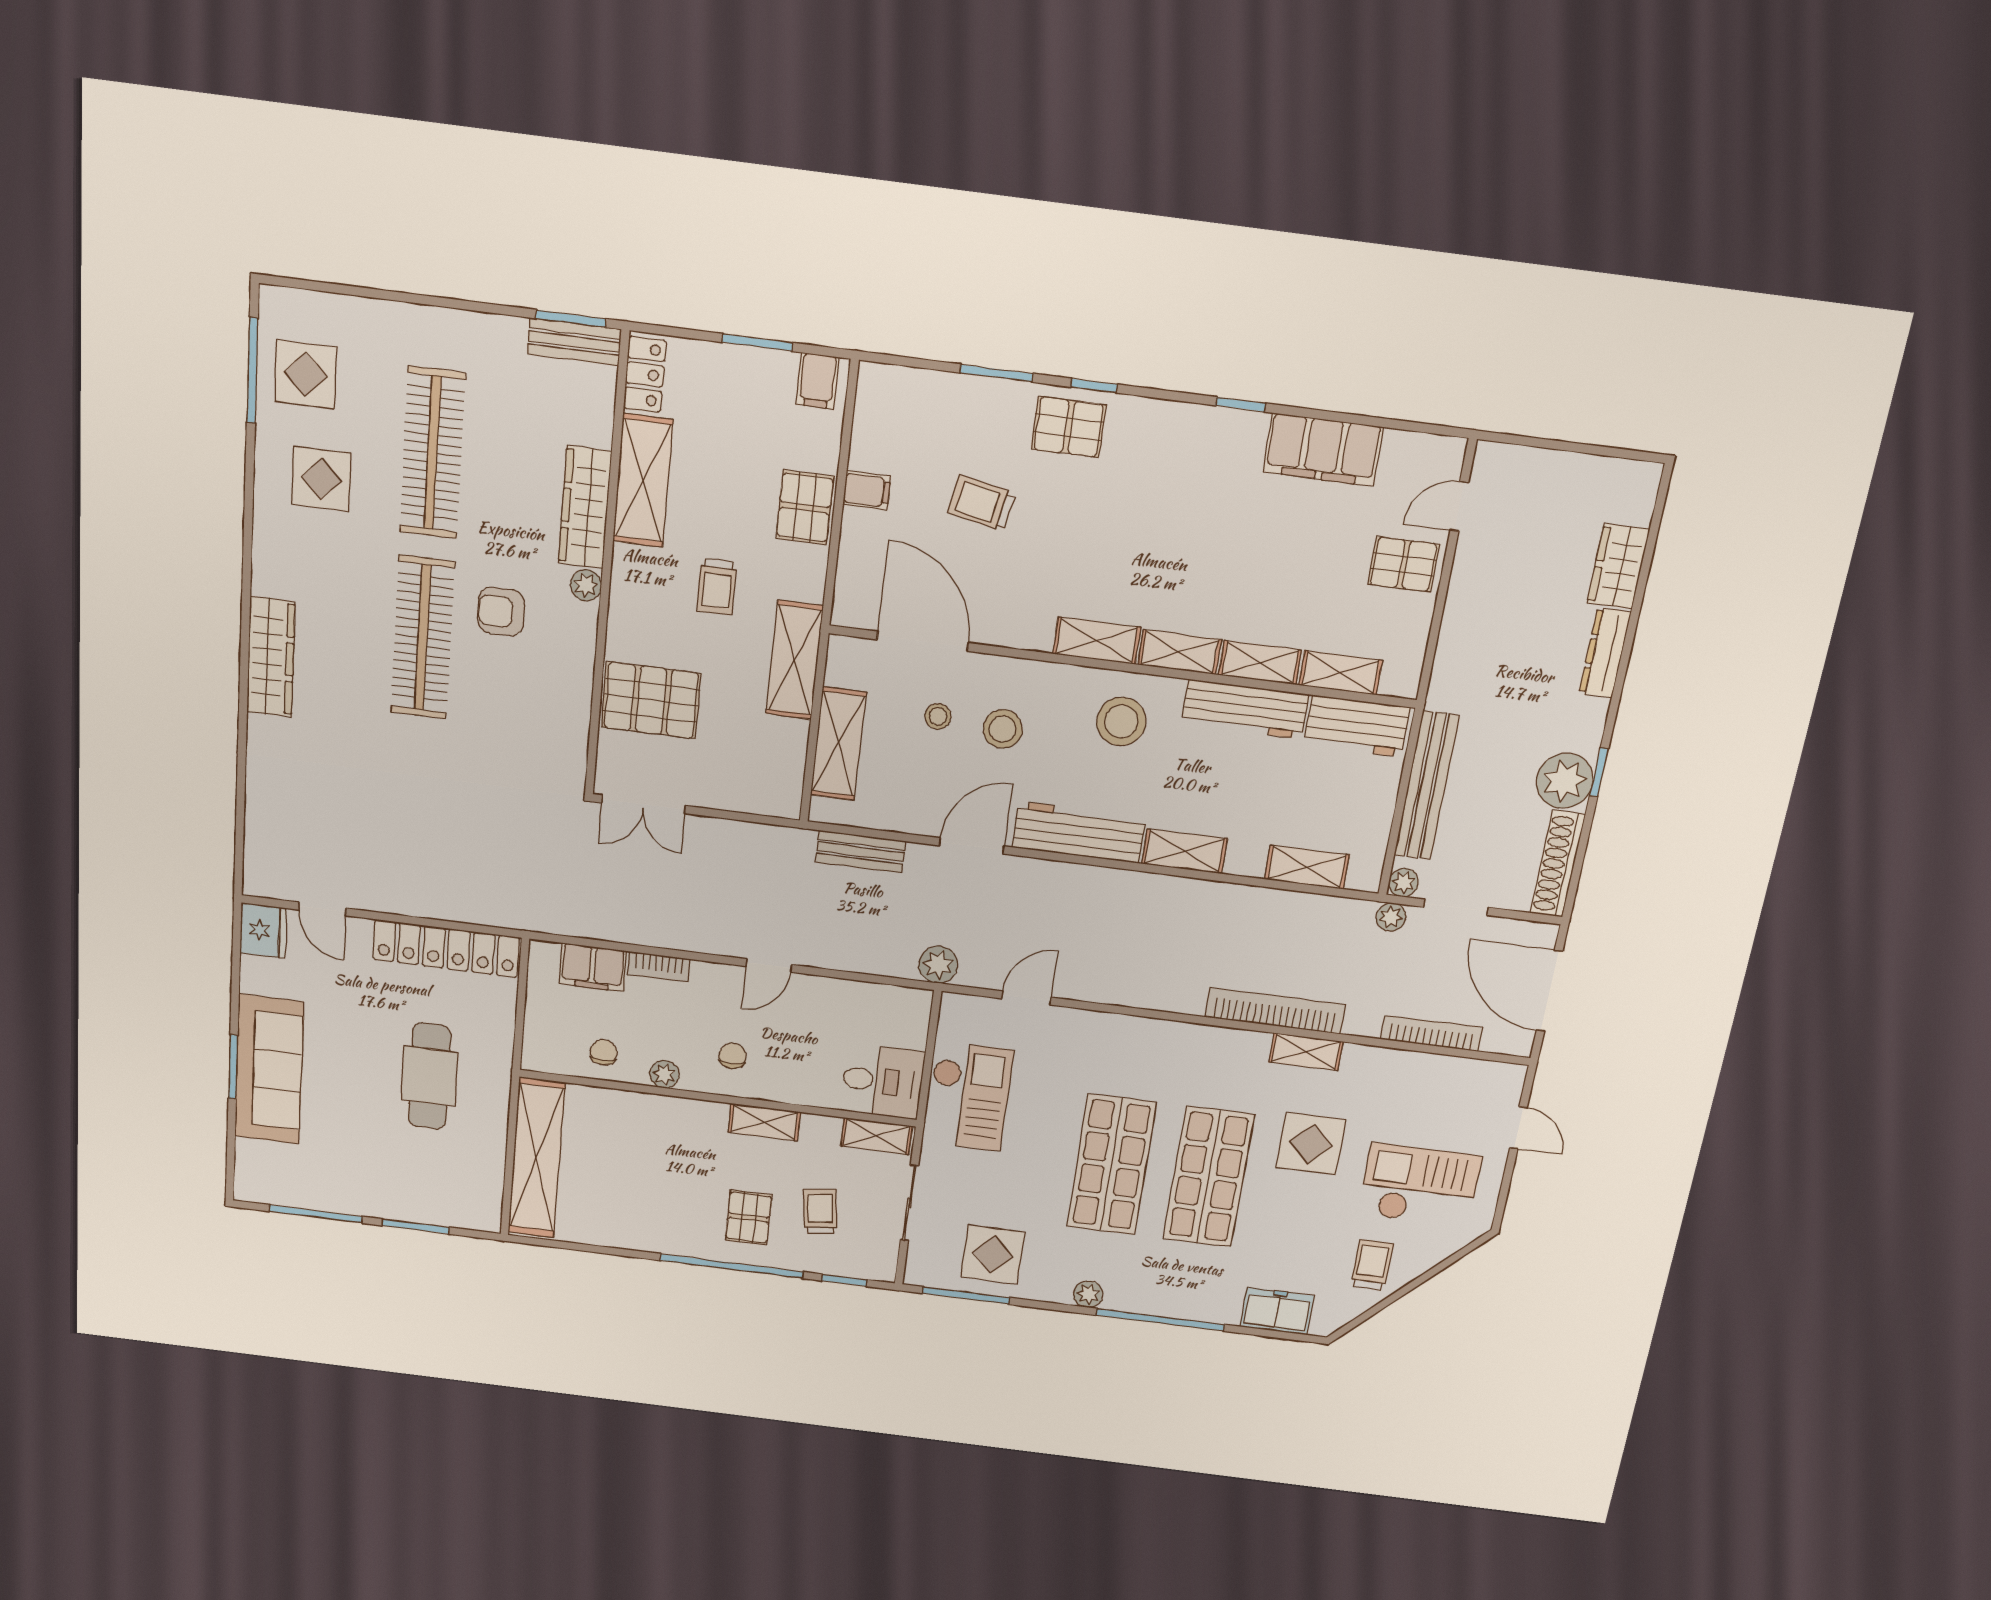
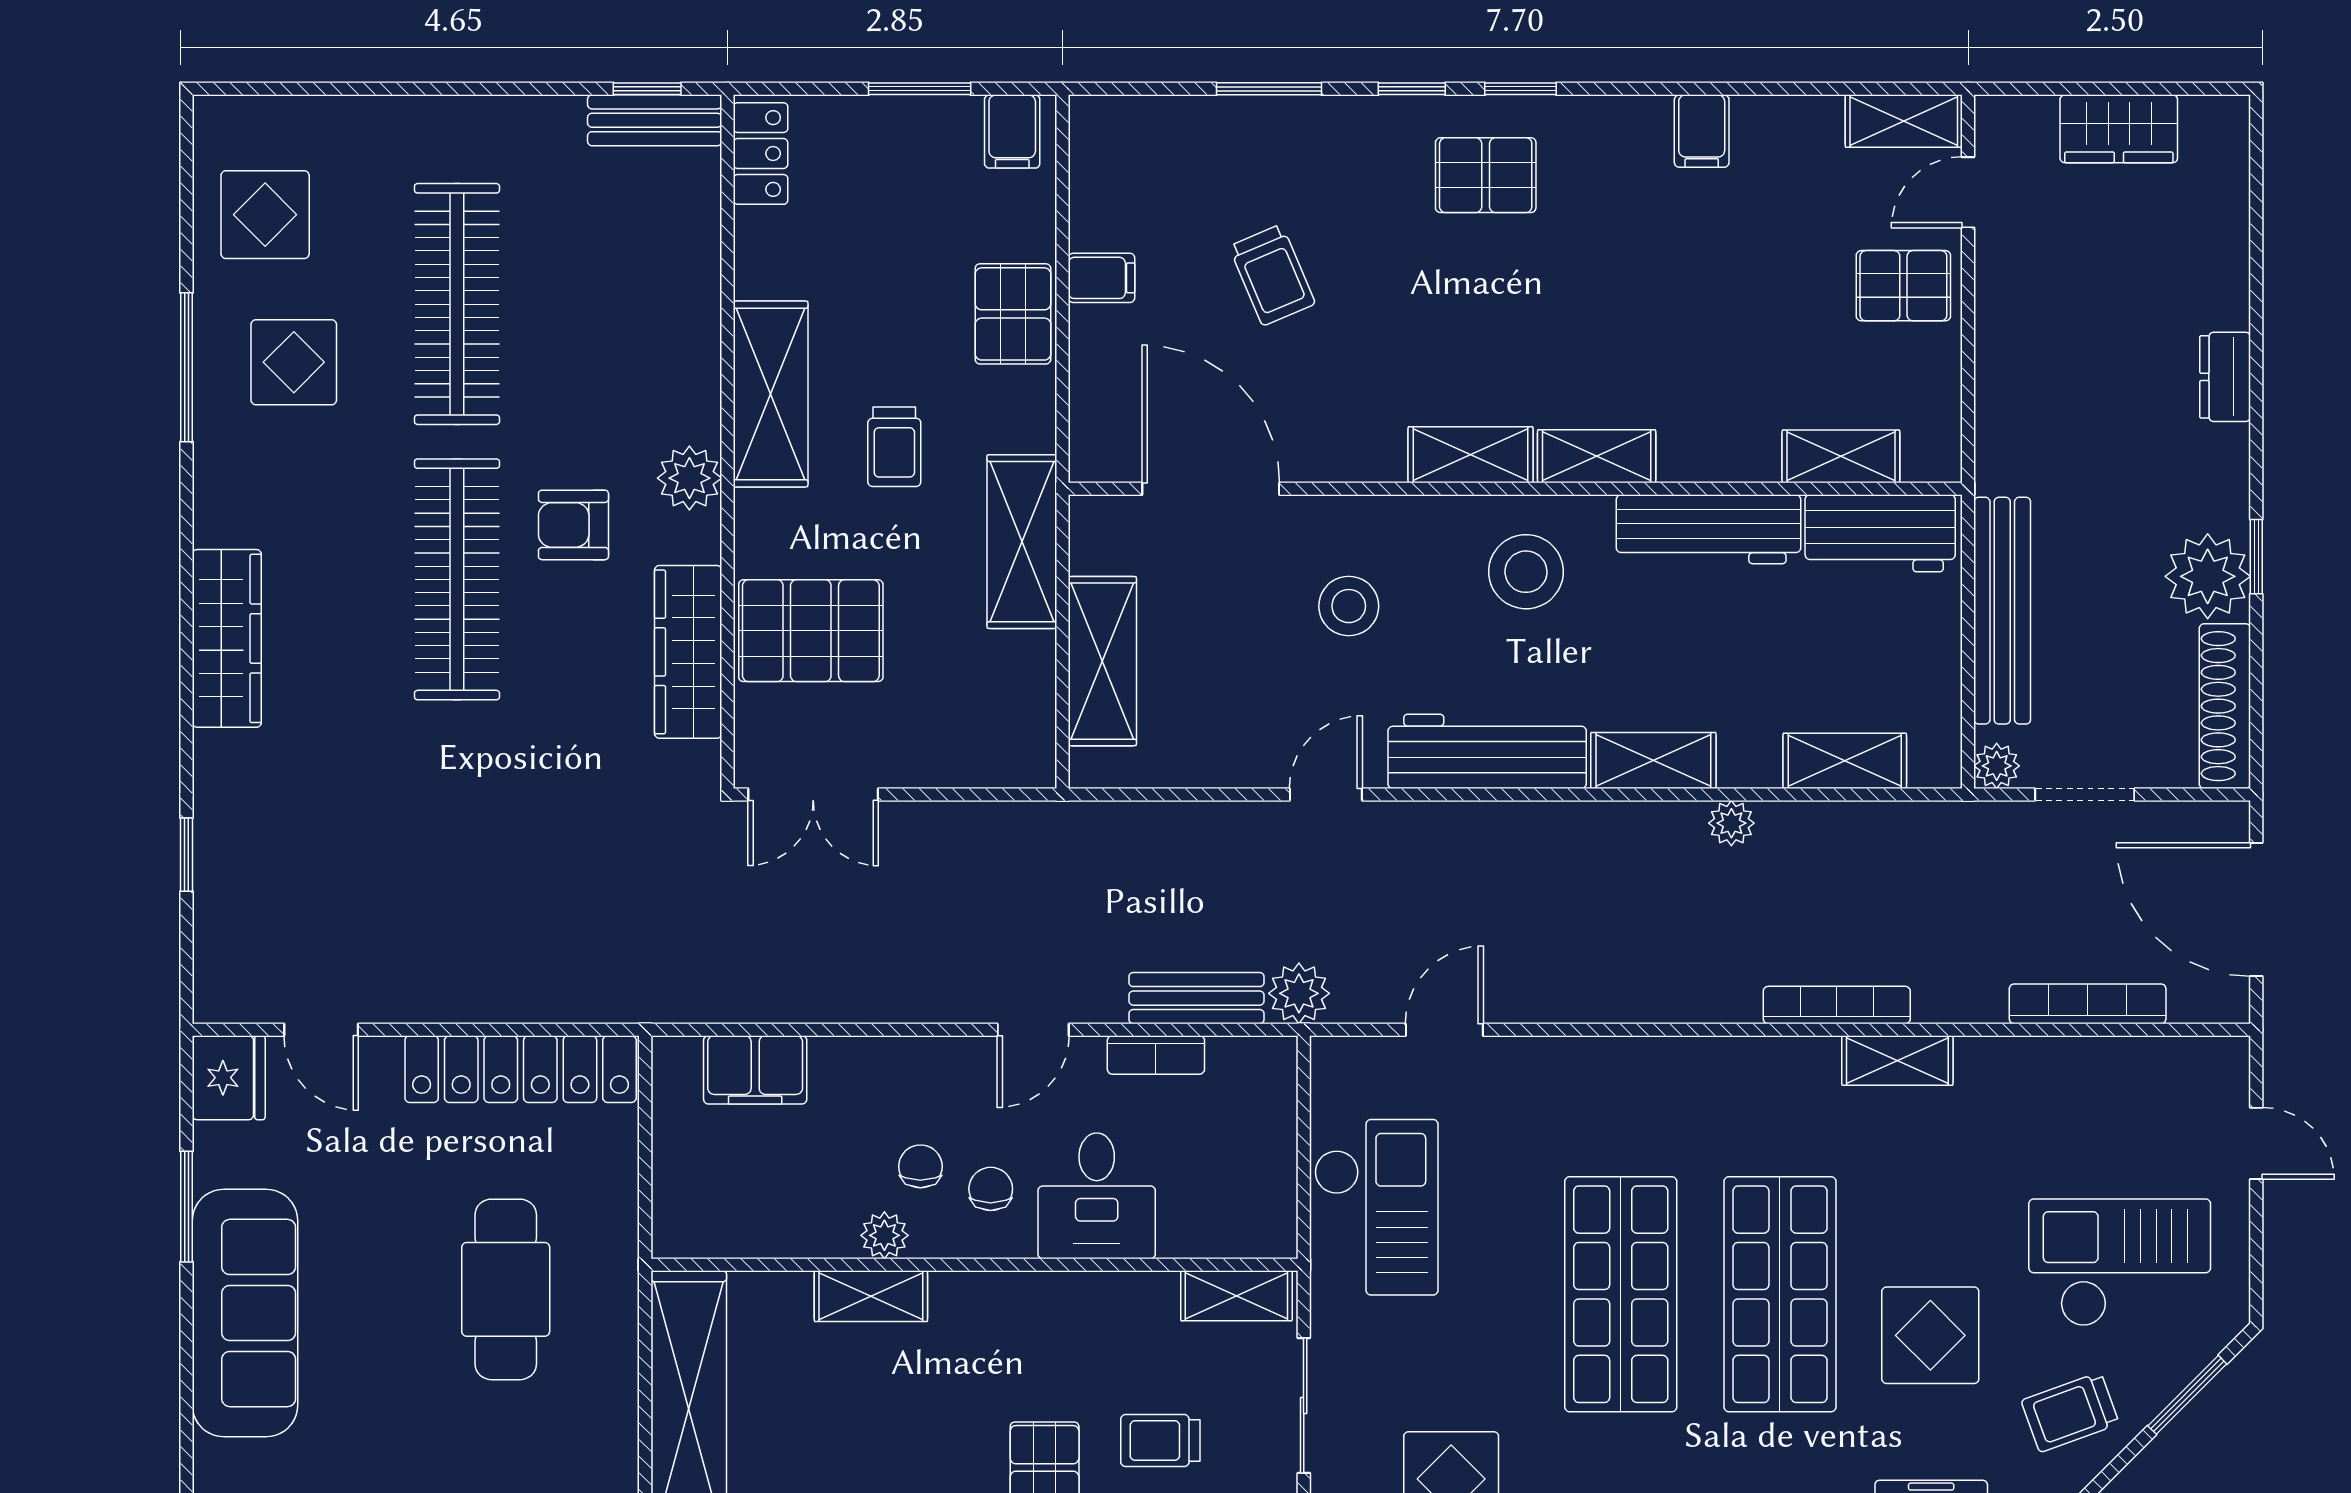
window: (571, 319) -> (647, 89), width x0.67
window: (252, 370) -> (186, 367), moved
window: (1241, 404) -> (1521, 89), moved
pallet: (1069, 427) -> (1486, 175), moved
filing cabinet: (1323, 450) -> (1702, 131), width x0.33, depth x0.86
shelving: (643, 481) -> (771, 394), moved
trolley: (982, 503) -> (1272, 275), turned -124
wardrobe: (585, 507) -> (688, 652), moved
wardrobe: (1618, 566) -> (2119, 129), moved, turned -90
plant: (586, 585) -> (689, 478), width x1.38, depth x1.38
dresser: (1605, 653) -> (2225, 377), width x0.70
shelving: (1260, 663) -> (1904, 121), moved
stool: (938, 716) -> (1248, 600), removed
window: (241, 791) -> (186, 855), added
door: (972, 846) -> (1326, 794), width x0.73
bench: (861, 852) -> (1196, 998), moved
plant: (1391, 917) -> (1731, 823), moved
bookcase: (659, 967) -> (1156, 1055), moved
bookcase: (1275, 1011) -> (1837, 1005), width x0.68, depth x0.76
chair: (604, 1052) -> (920, 1166), moved
window: (233, 1067) -> (186, 1207), moved
desk: (882, 1081) -> (1097, 1196), moved, turned 90
shelving: (764, 1122) -> (871, 1296), moved
display table: (1311, 1144) -> (1930, 1335), moved
trolley: (820, 1211) -> (1160, 1441), turned -83
window: (1445, 1264) -> (2187, 1395), added
trolley: (1372, 1265) -> (2070, 1412), turned -110

